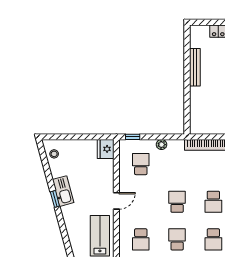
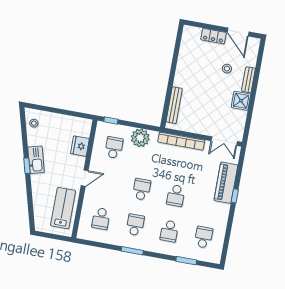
bench: (195, 67) -> (174, 105), moved
plant: (162, 145) -> (140, 138), width x1.87, depth x1.87
fridge: (106, 149) -> (80, 146), moved

